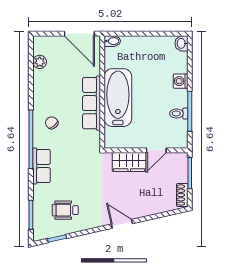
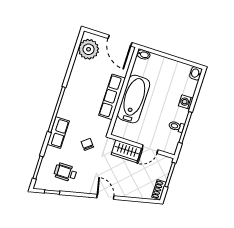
plant: (40, 62) -> (89, 49), width x1.87, depth x1.87
chair: (52, 123) -> (87, 144), moved

